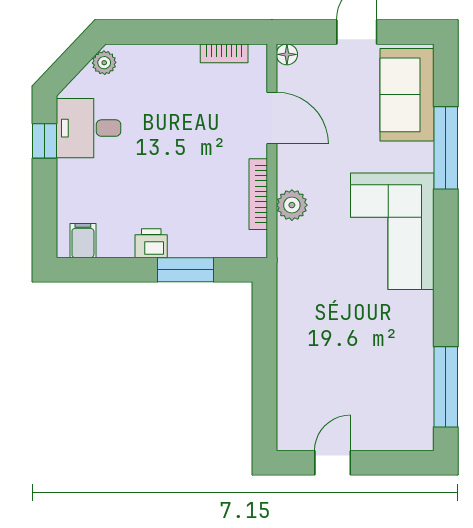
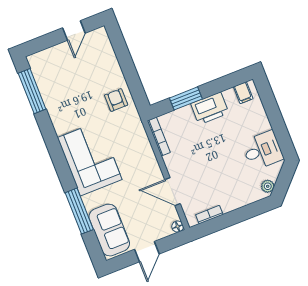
window: (45, 141) -> (282, 135), removed
bookcase: (258, 194) -> (159, 137), moved
plant: (292, 205) -> (145, 152), removed
printer: (151, 243) -> (210, 108), width x1.87, depth x1.48
armchair: (307, 314) -> (116, 100), added

